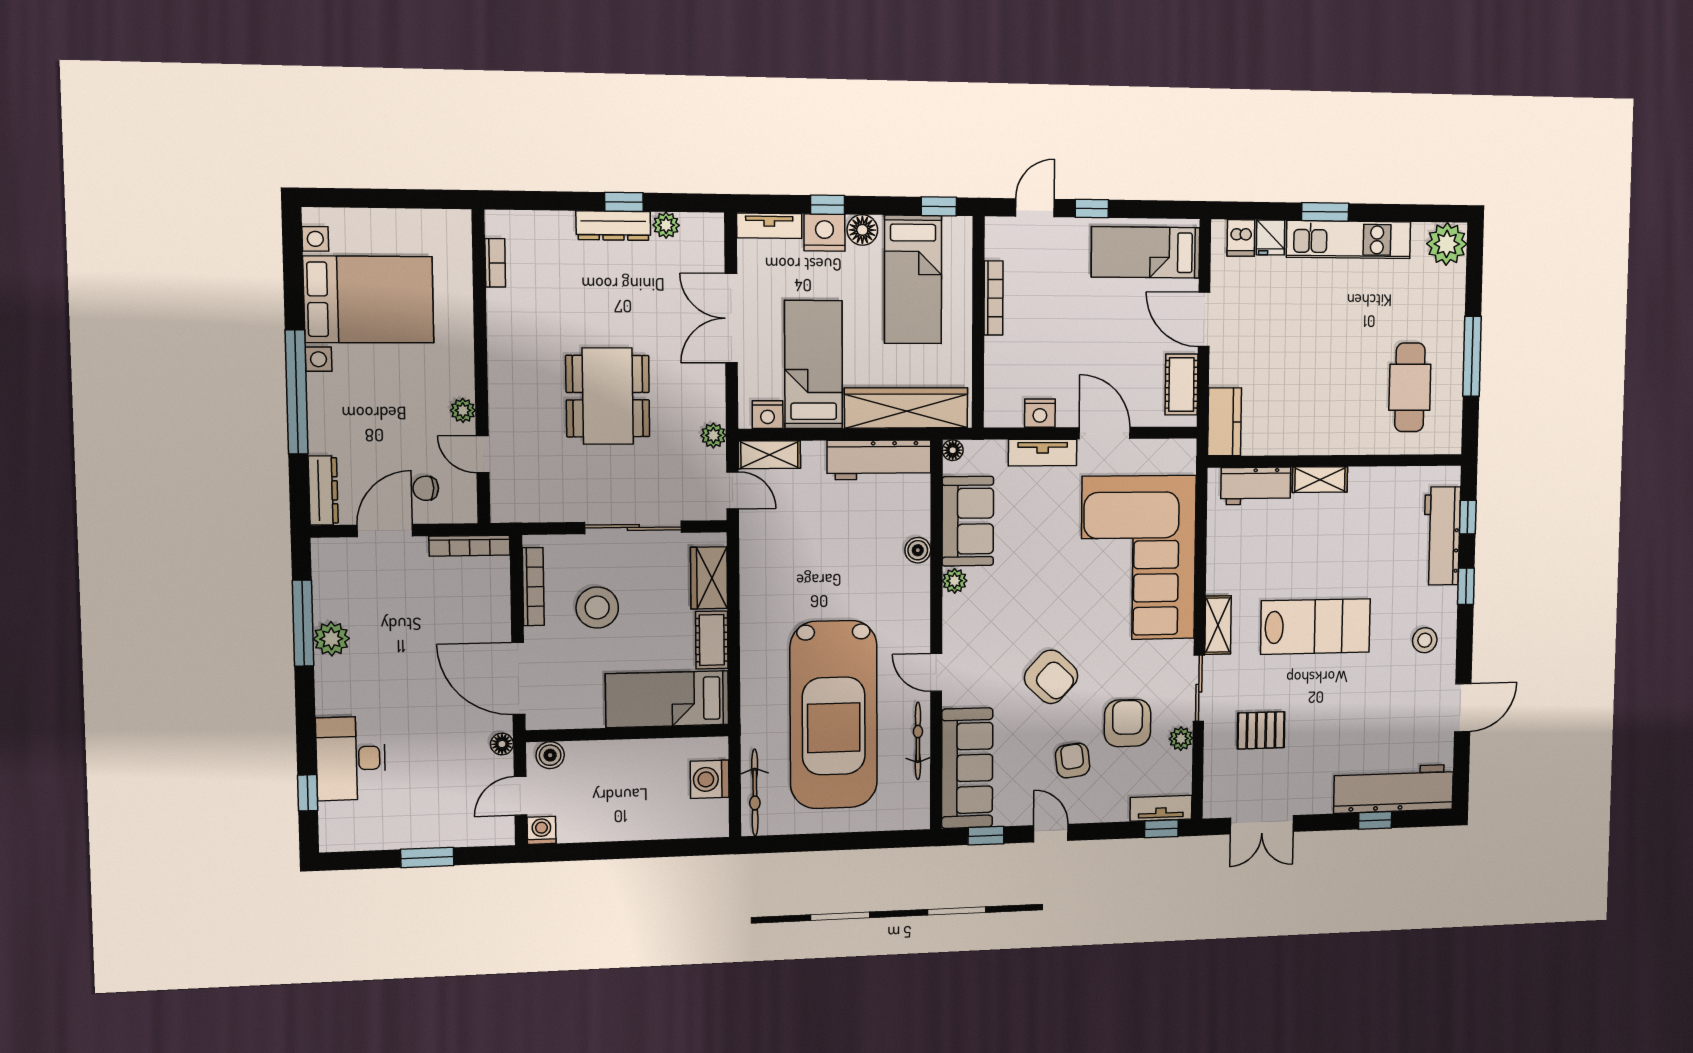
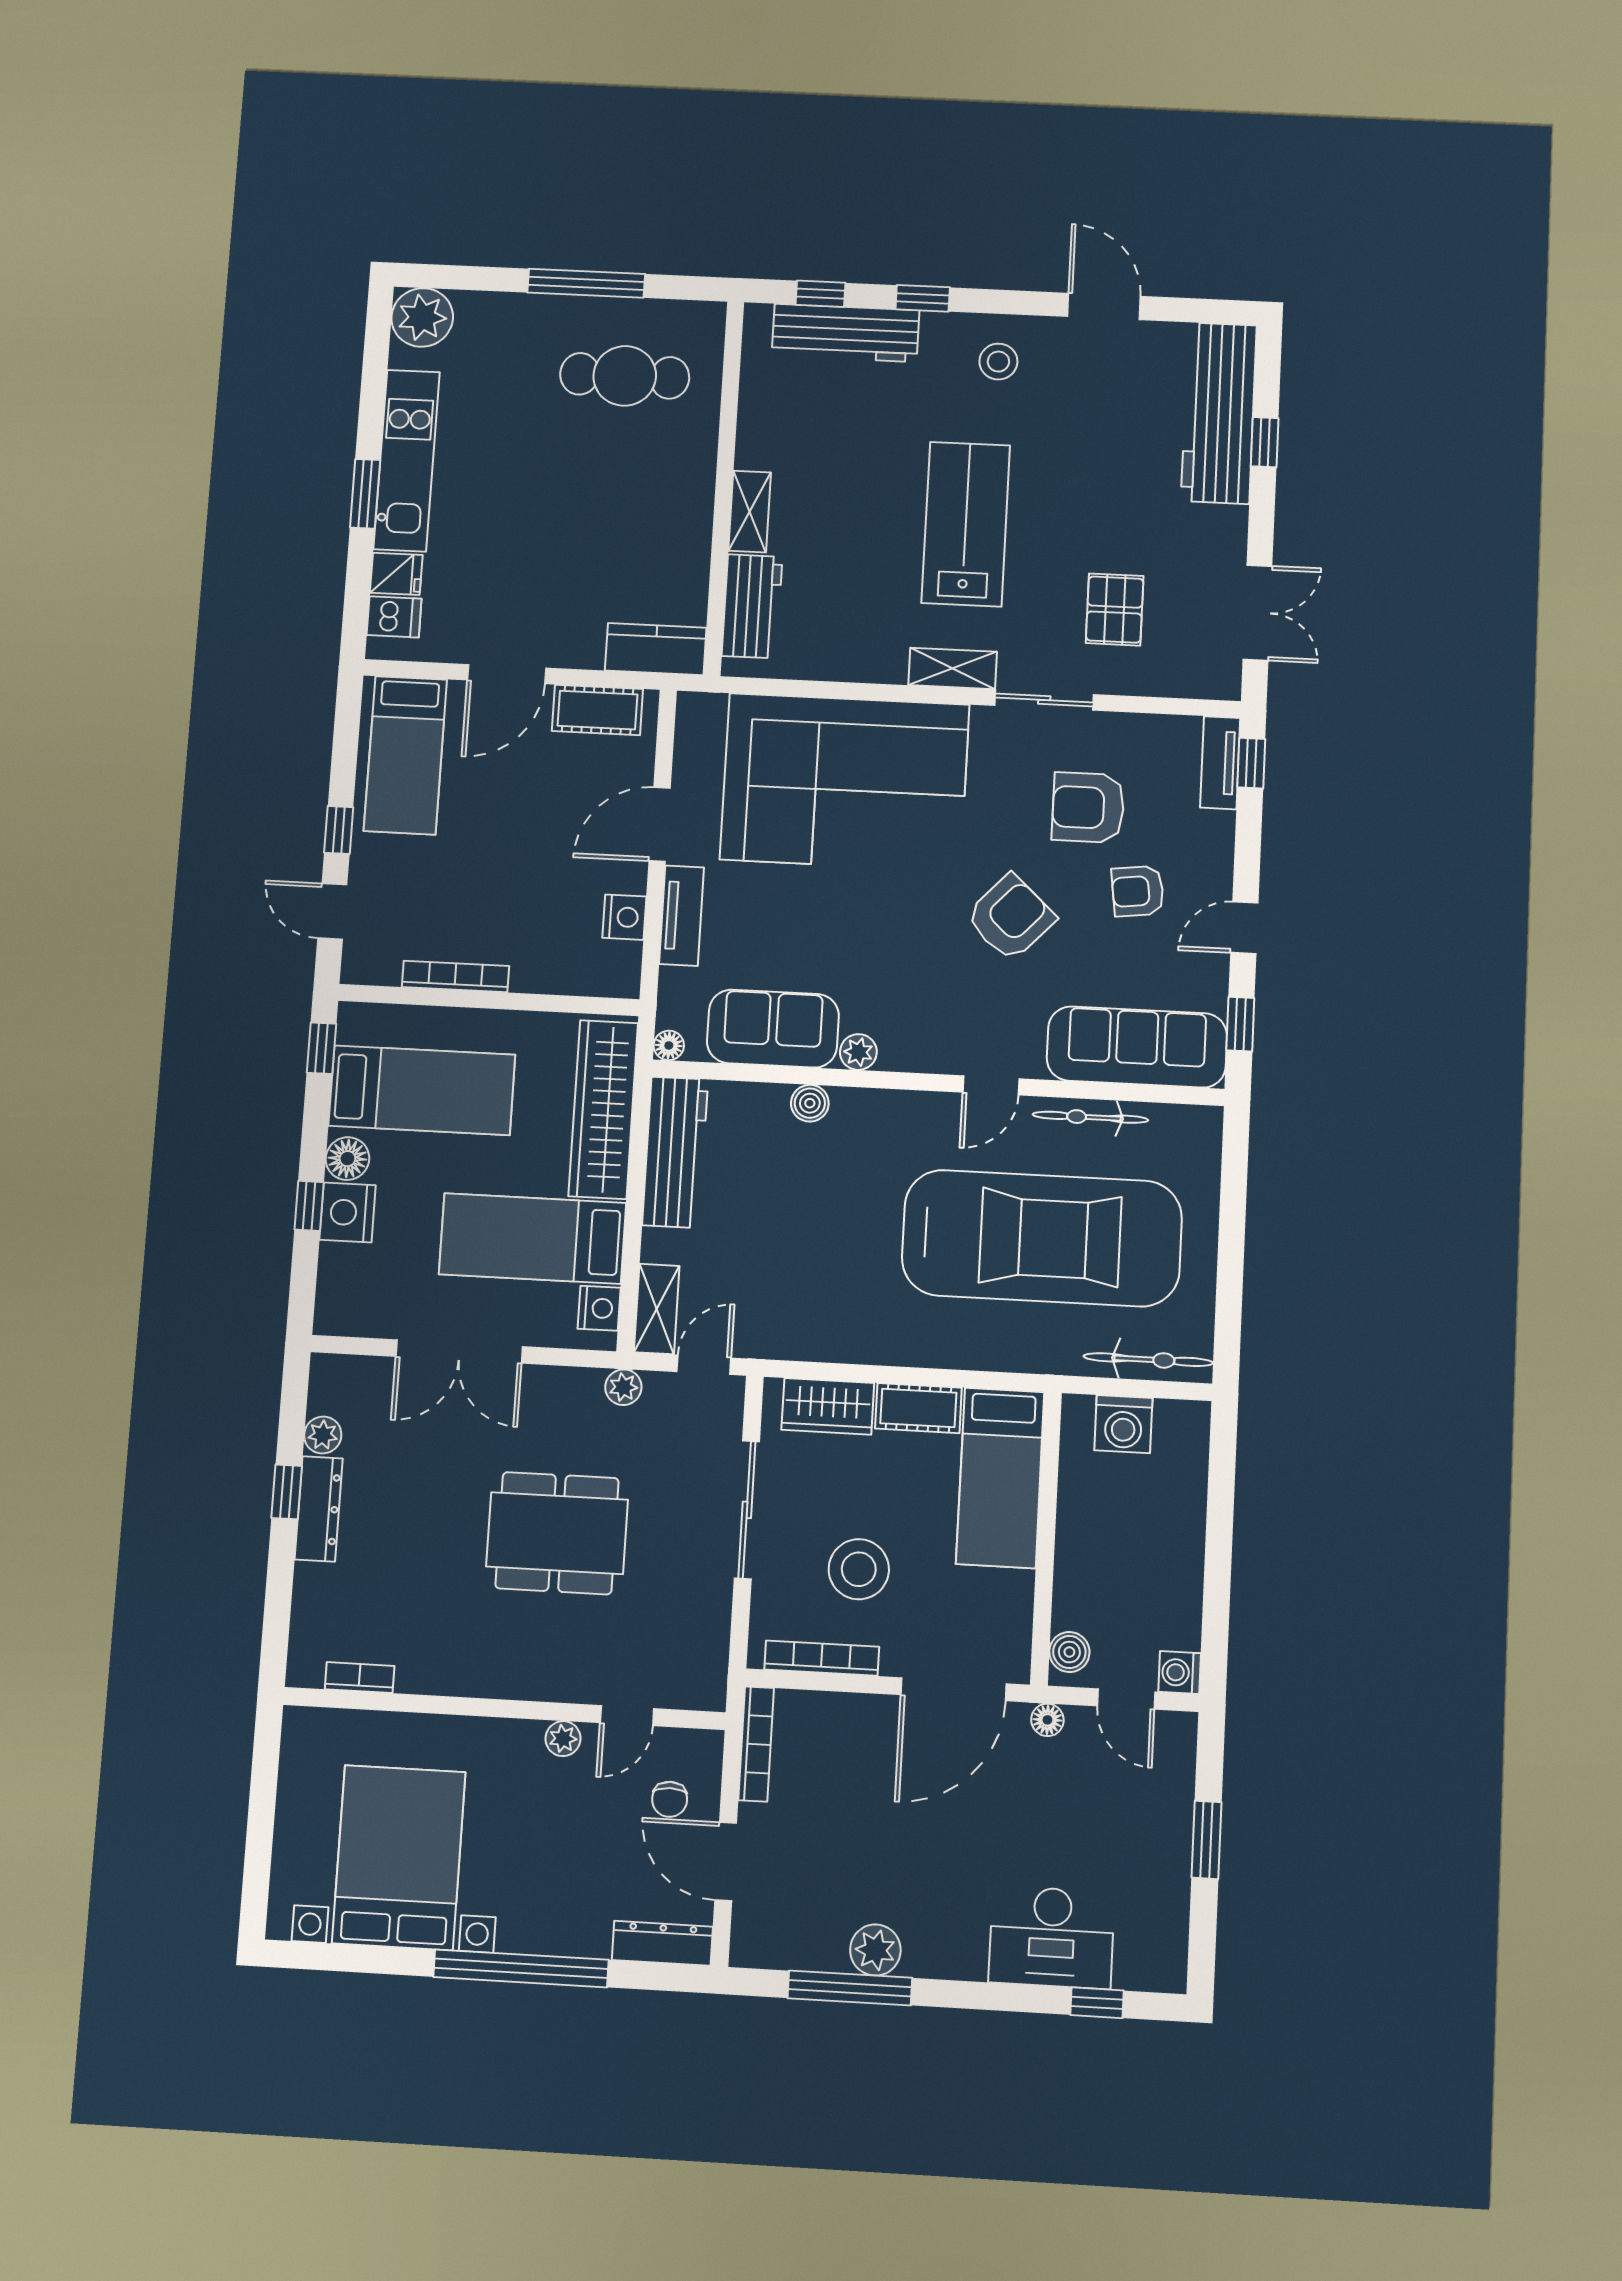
tv unit: (769, 226) -> (333, 1290), removed
plant: (1181, 739) -> (1118, 729), removed

